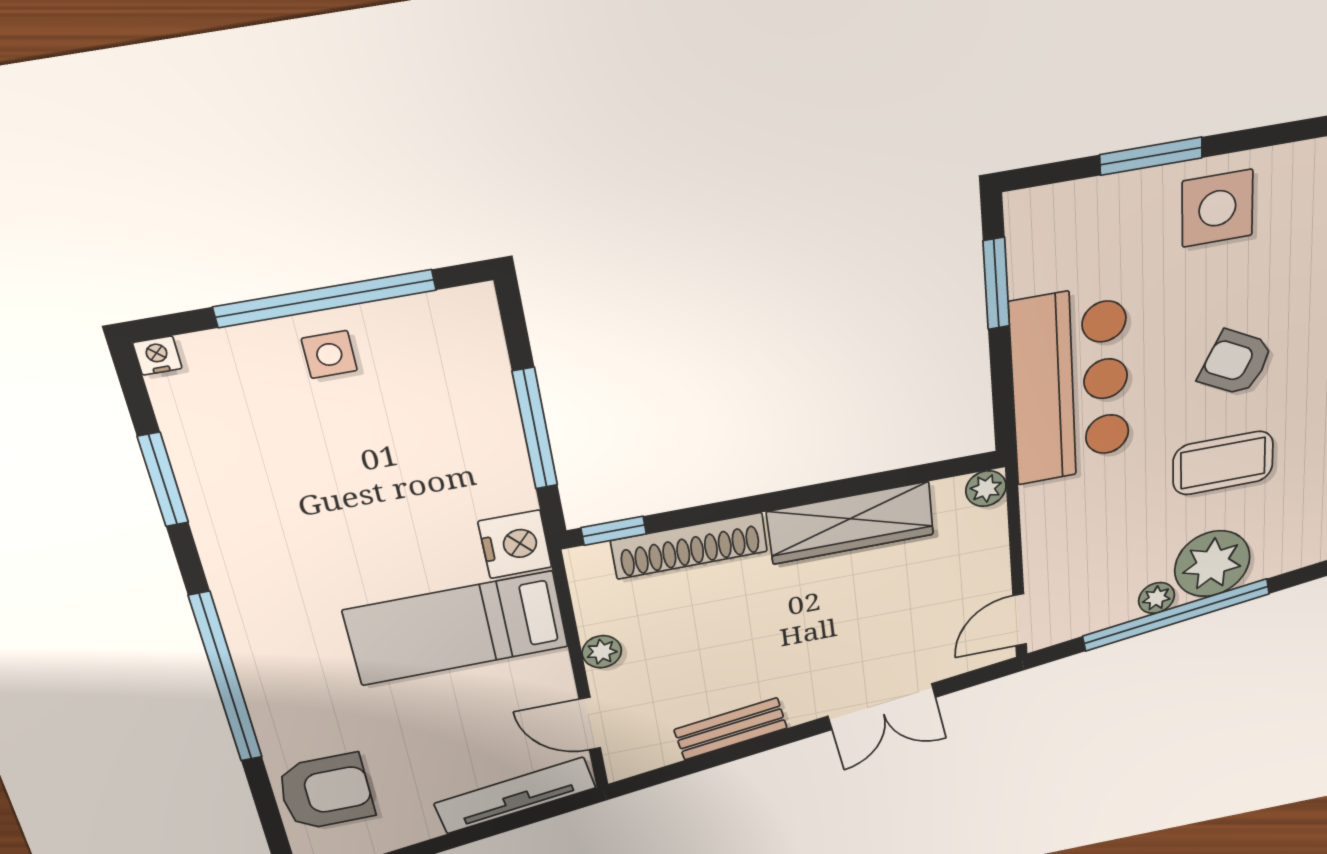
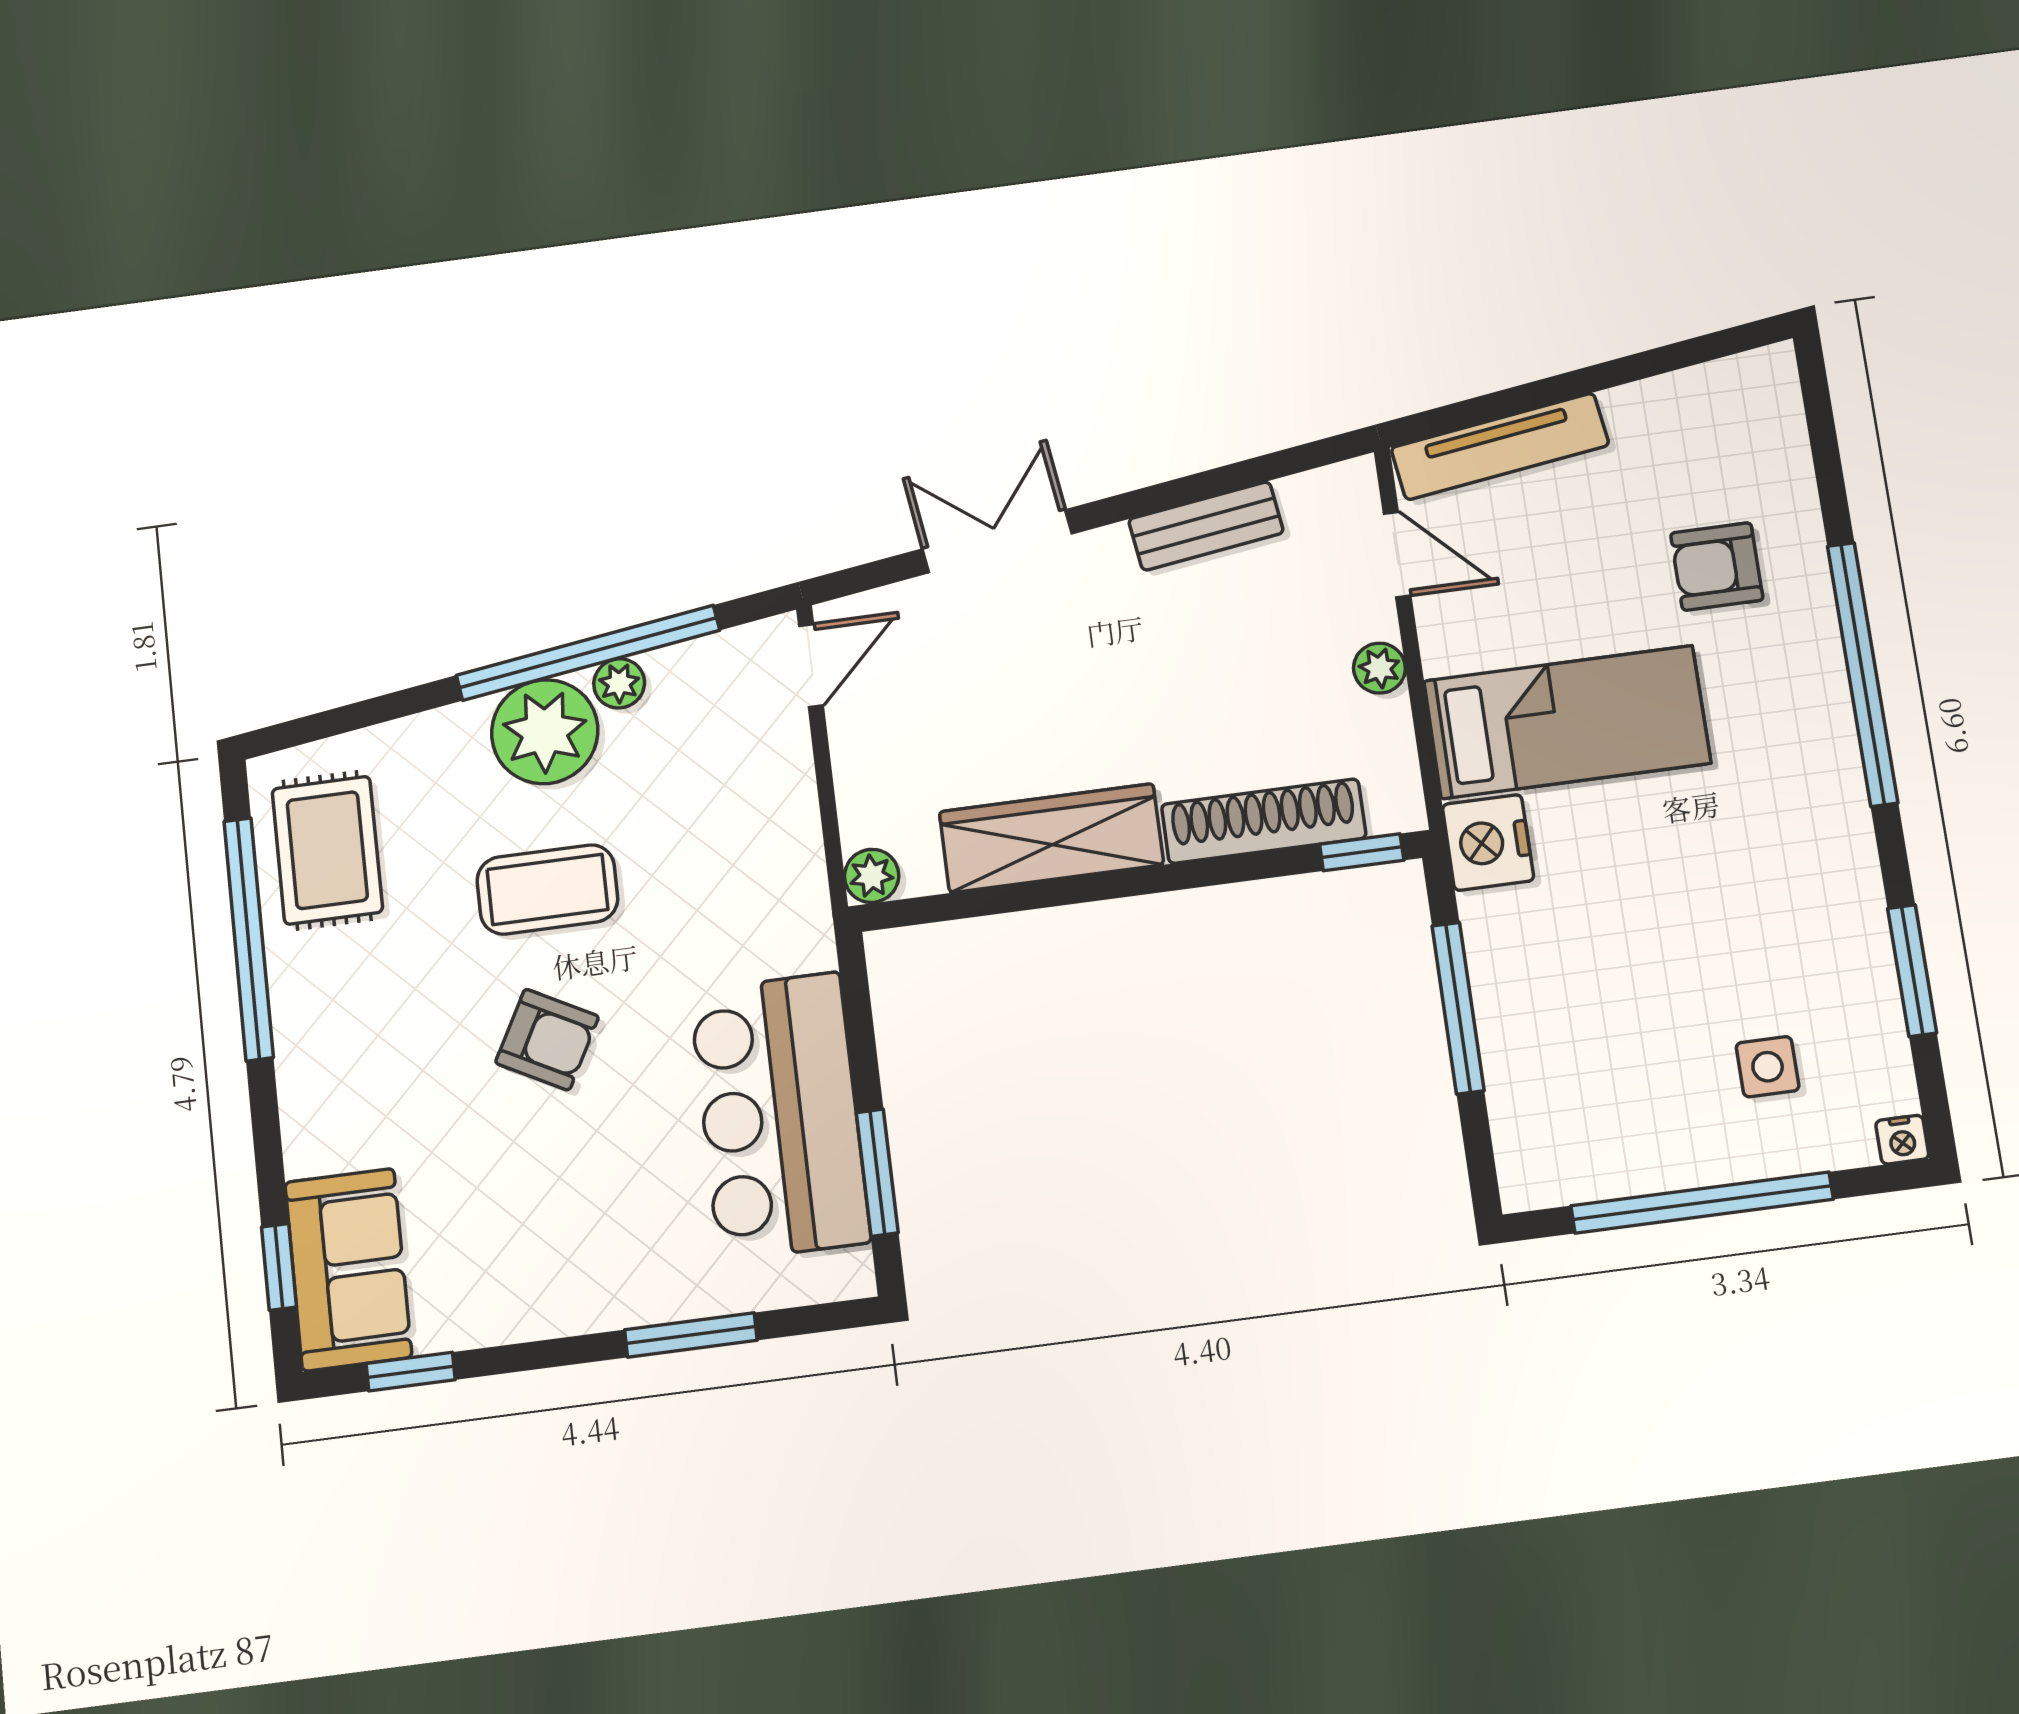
side table: (1217, 208) -> (597, 1260), removed
side table: (329, 355) -> (1768, 1067), moved
bar counter: (1070, 385) -> (780, 1116), moved
armchair: (326, 792) -> (1717, 567), moved, width x0.72, depth x0.72

